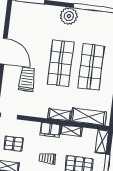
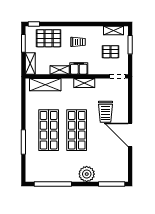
plant: (69, 16) -> (87, 174), moved
shelving: (60, 115) -> (84, 83), moved

